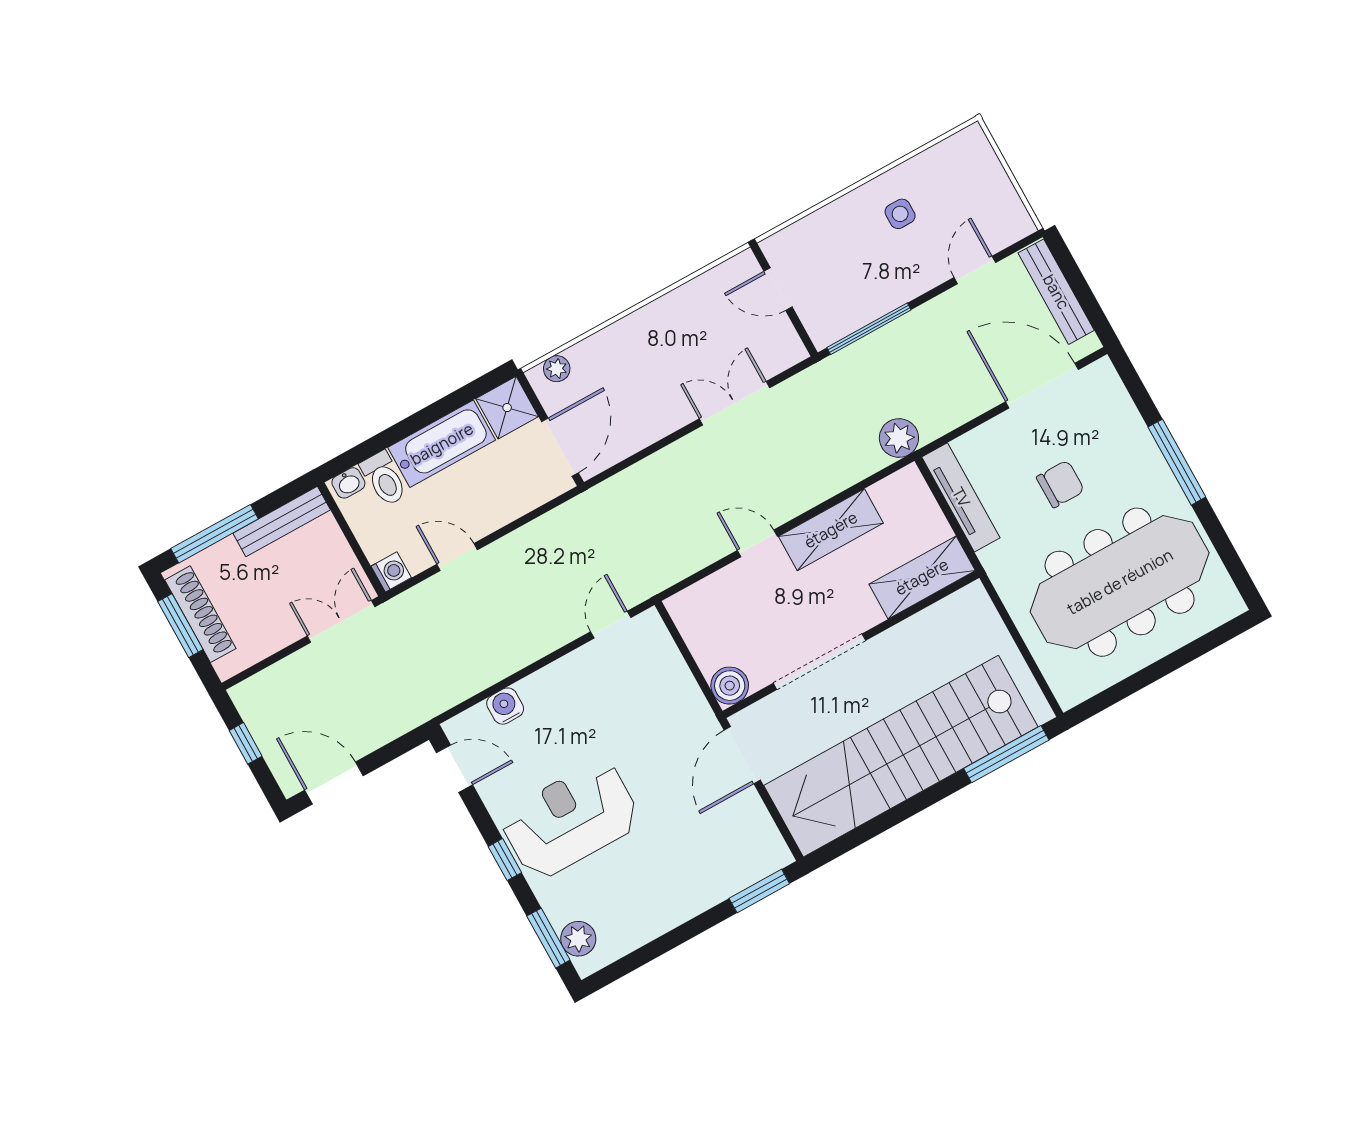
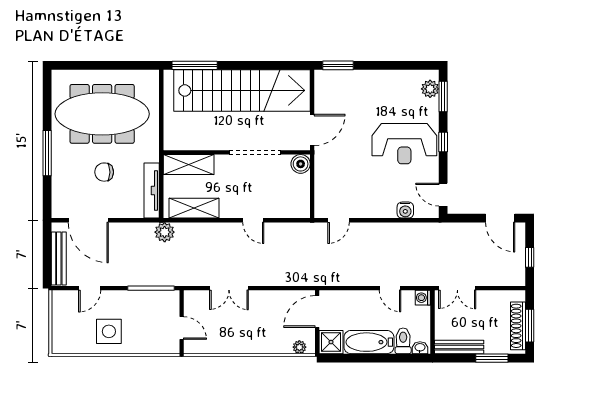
side table: (900, 214) -> (109, 331), width x1.87, depth x1.87
shelving: (831, 530) -> (194, 208), moved
window: (215, 534) -> (492, 358), width x0.69

